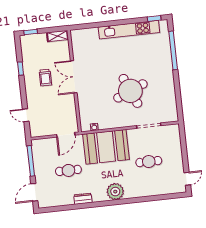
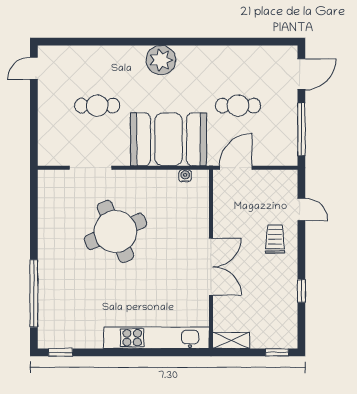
kitchen unit: (129, 30) -> (156, 338), moved
trolley: (45, 78) -> (275, 239), moved
dresser: (83, 199) -> (218, 54), removed

